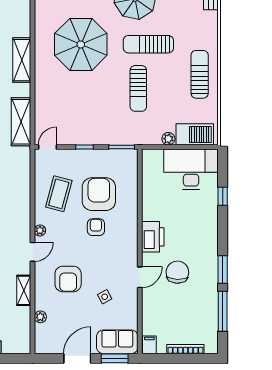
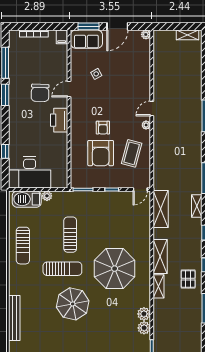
armchair: (68, 279) -> (124, 88), removed
shelving: (24, 290) -> (159, 286), moved
plant: (40, 317) -> (146, 34), moved

